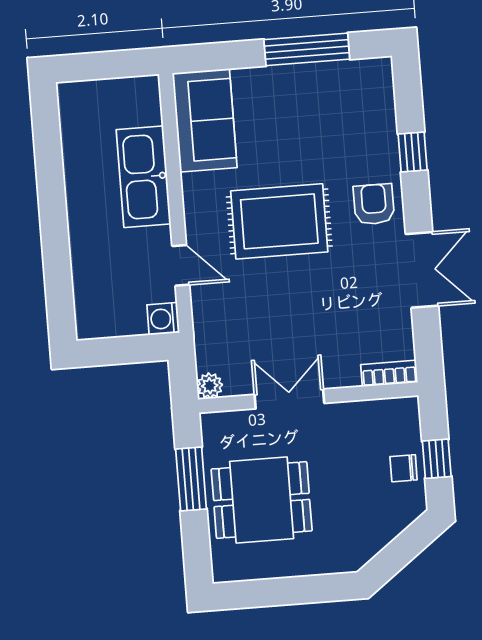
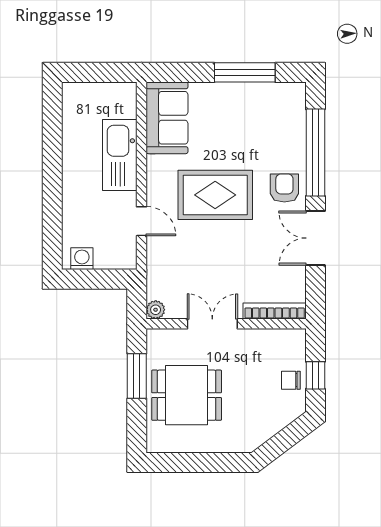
window: (413, 152) -> (315, 153), width x3.17
double door: (422, 270) -> (315, 238), swing flipped
washing machine: (163, 319) -> (82, 259), moved, turned 90
bookcase: (389, 373) -> (275, 311), width x1.56

